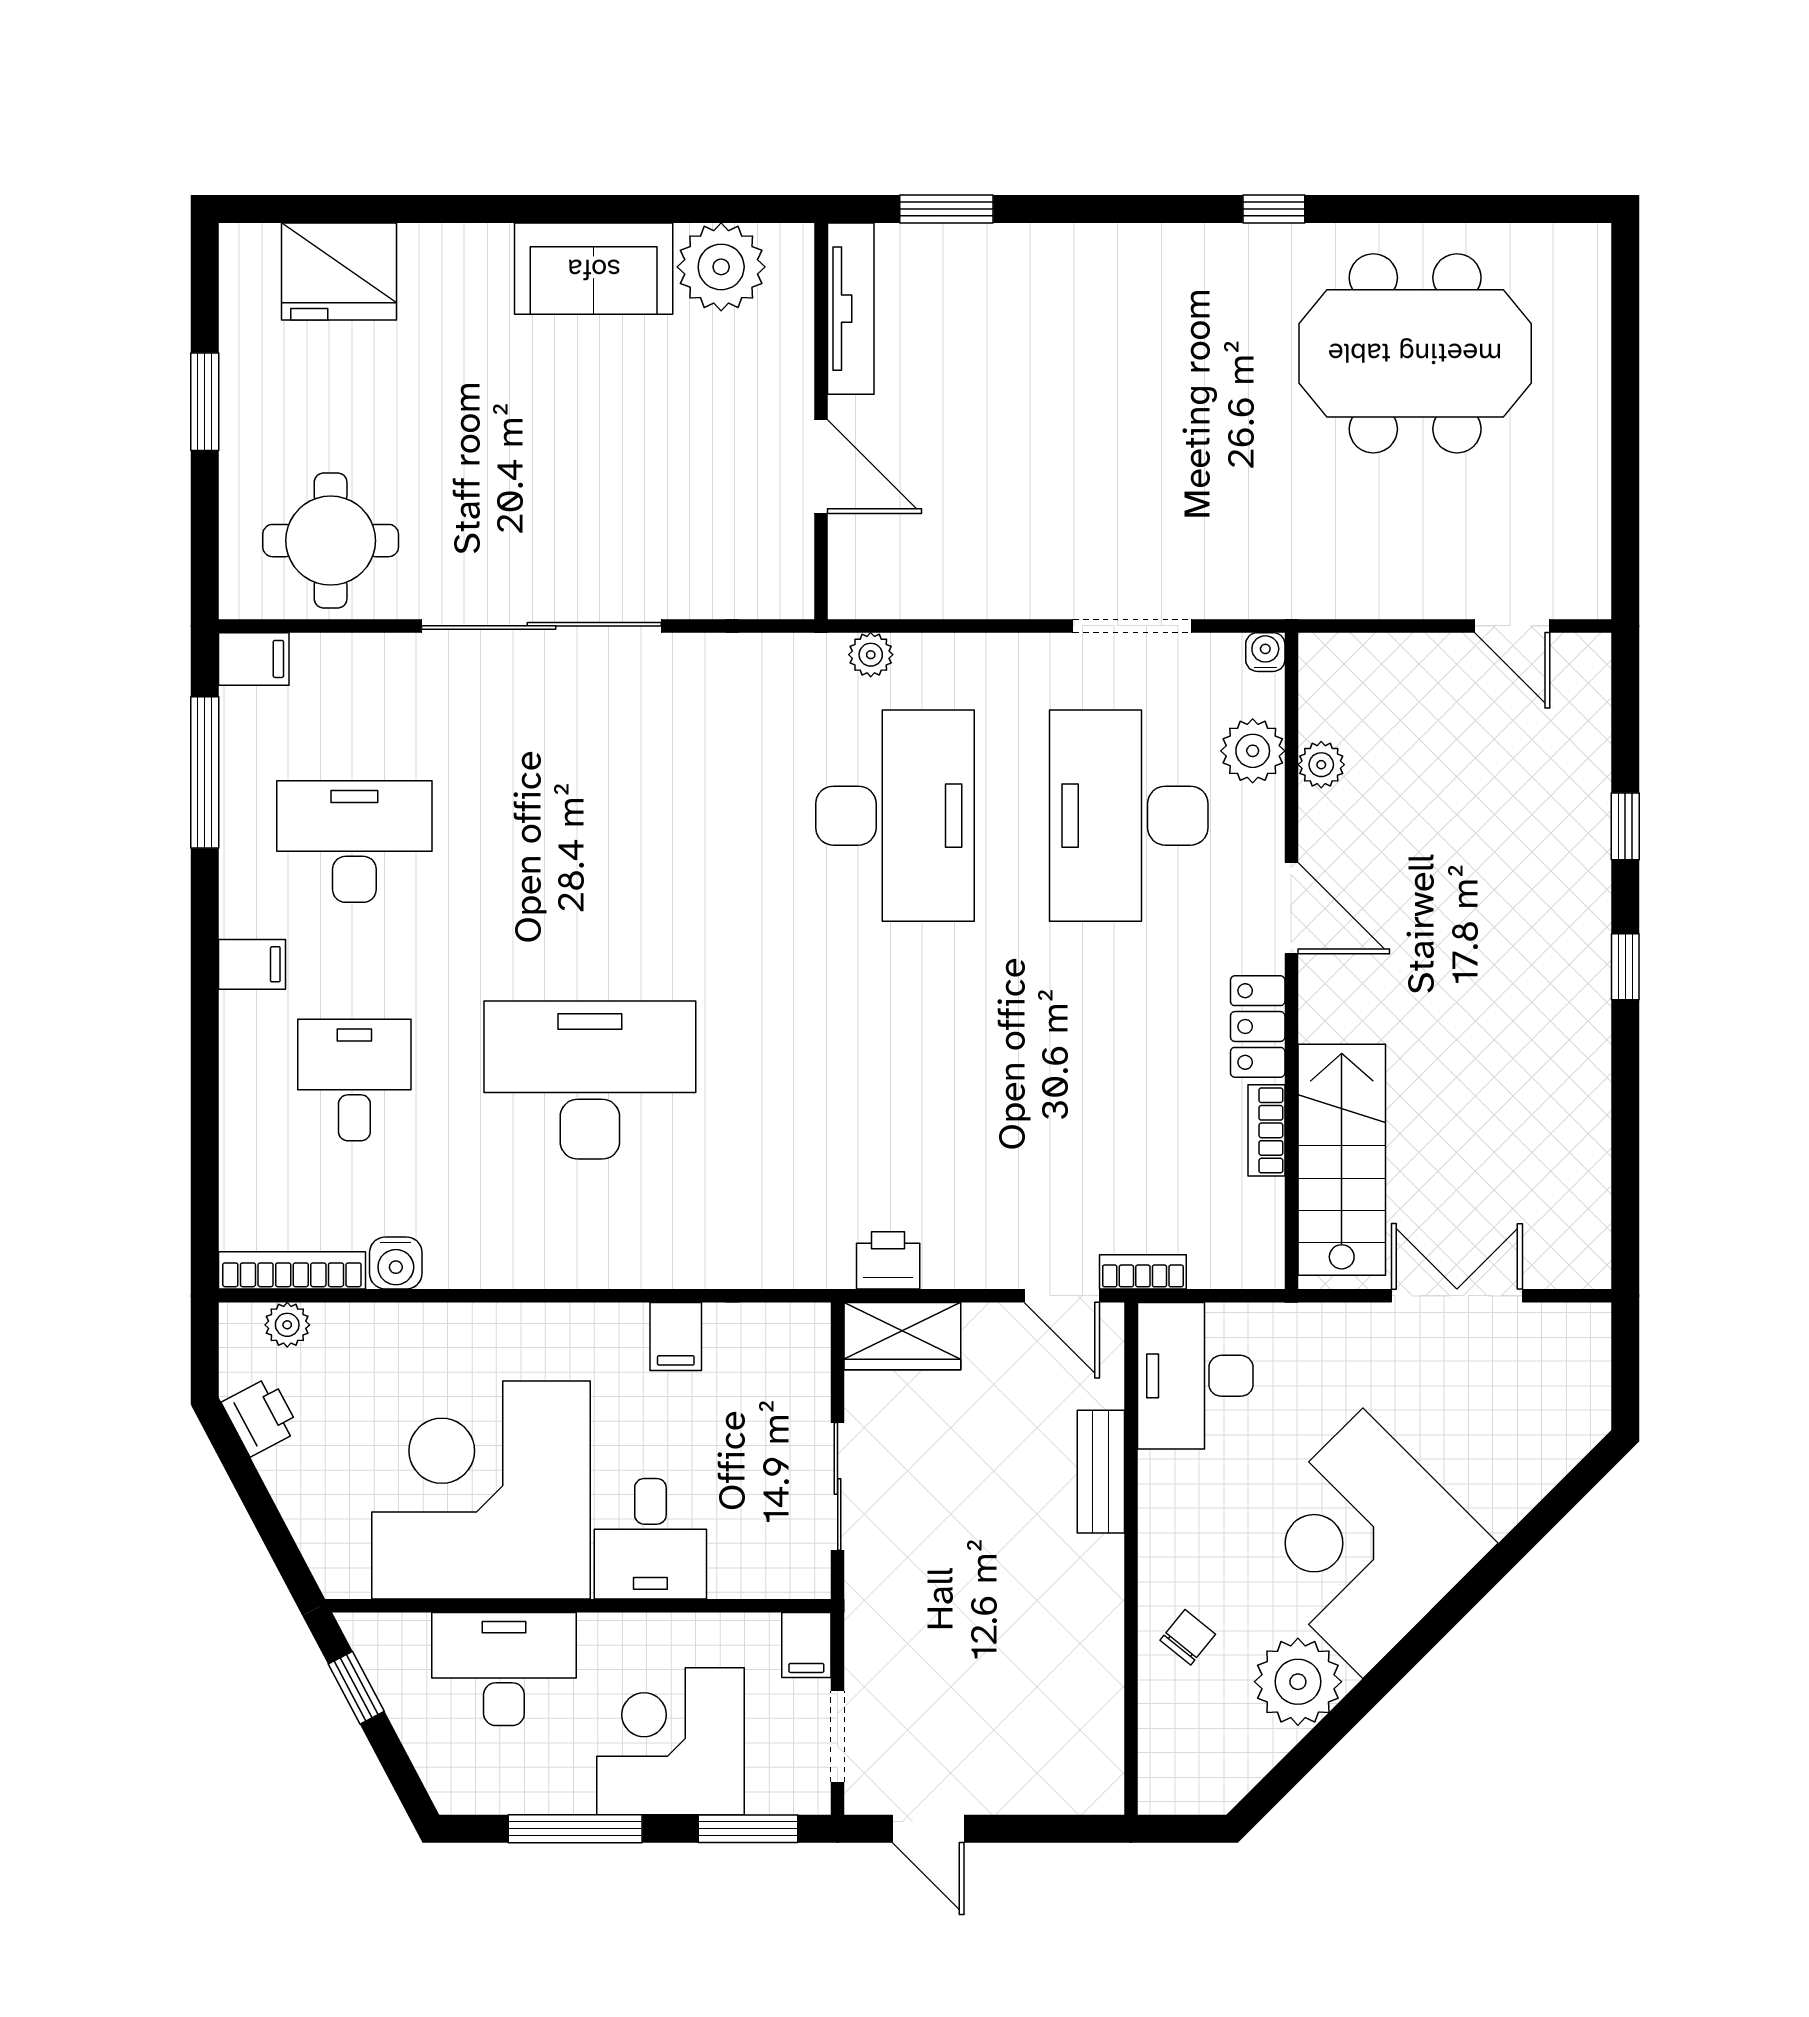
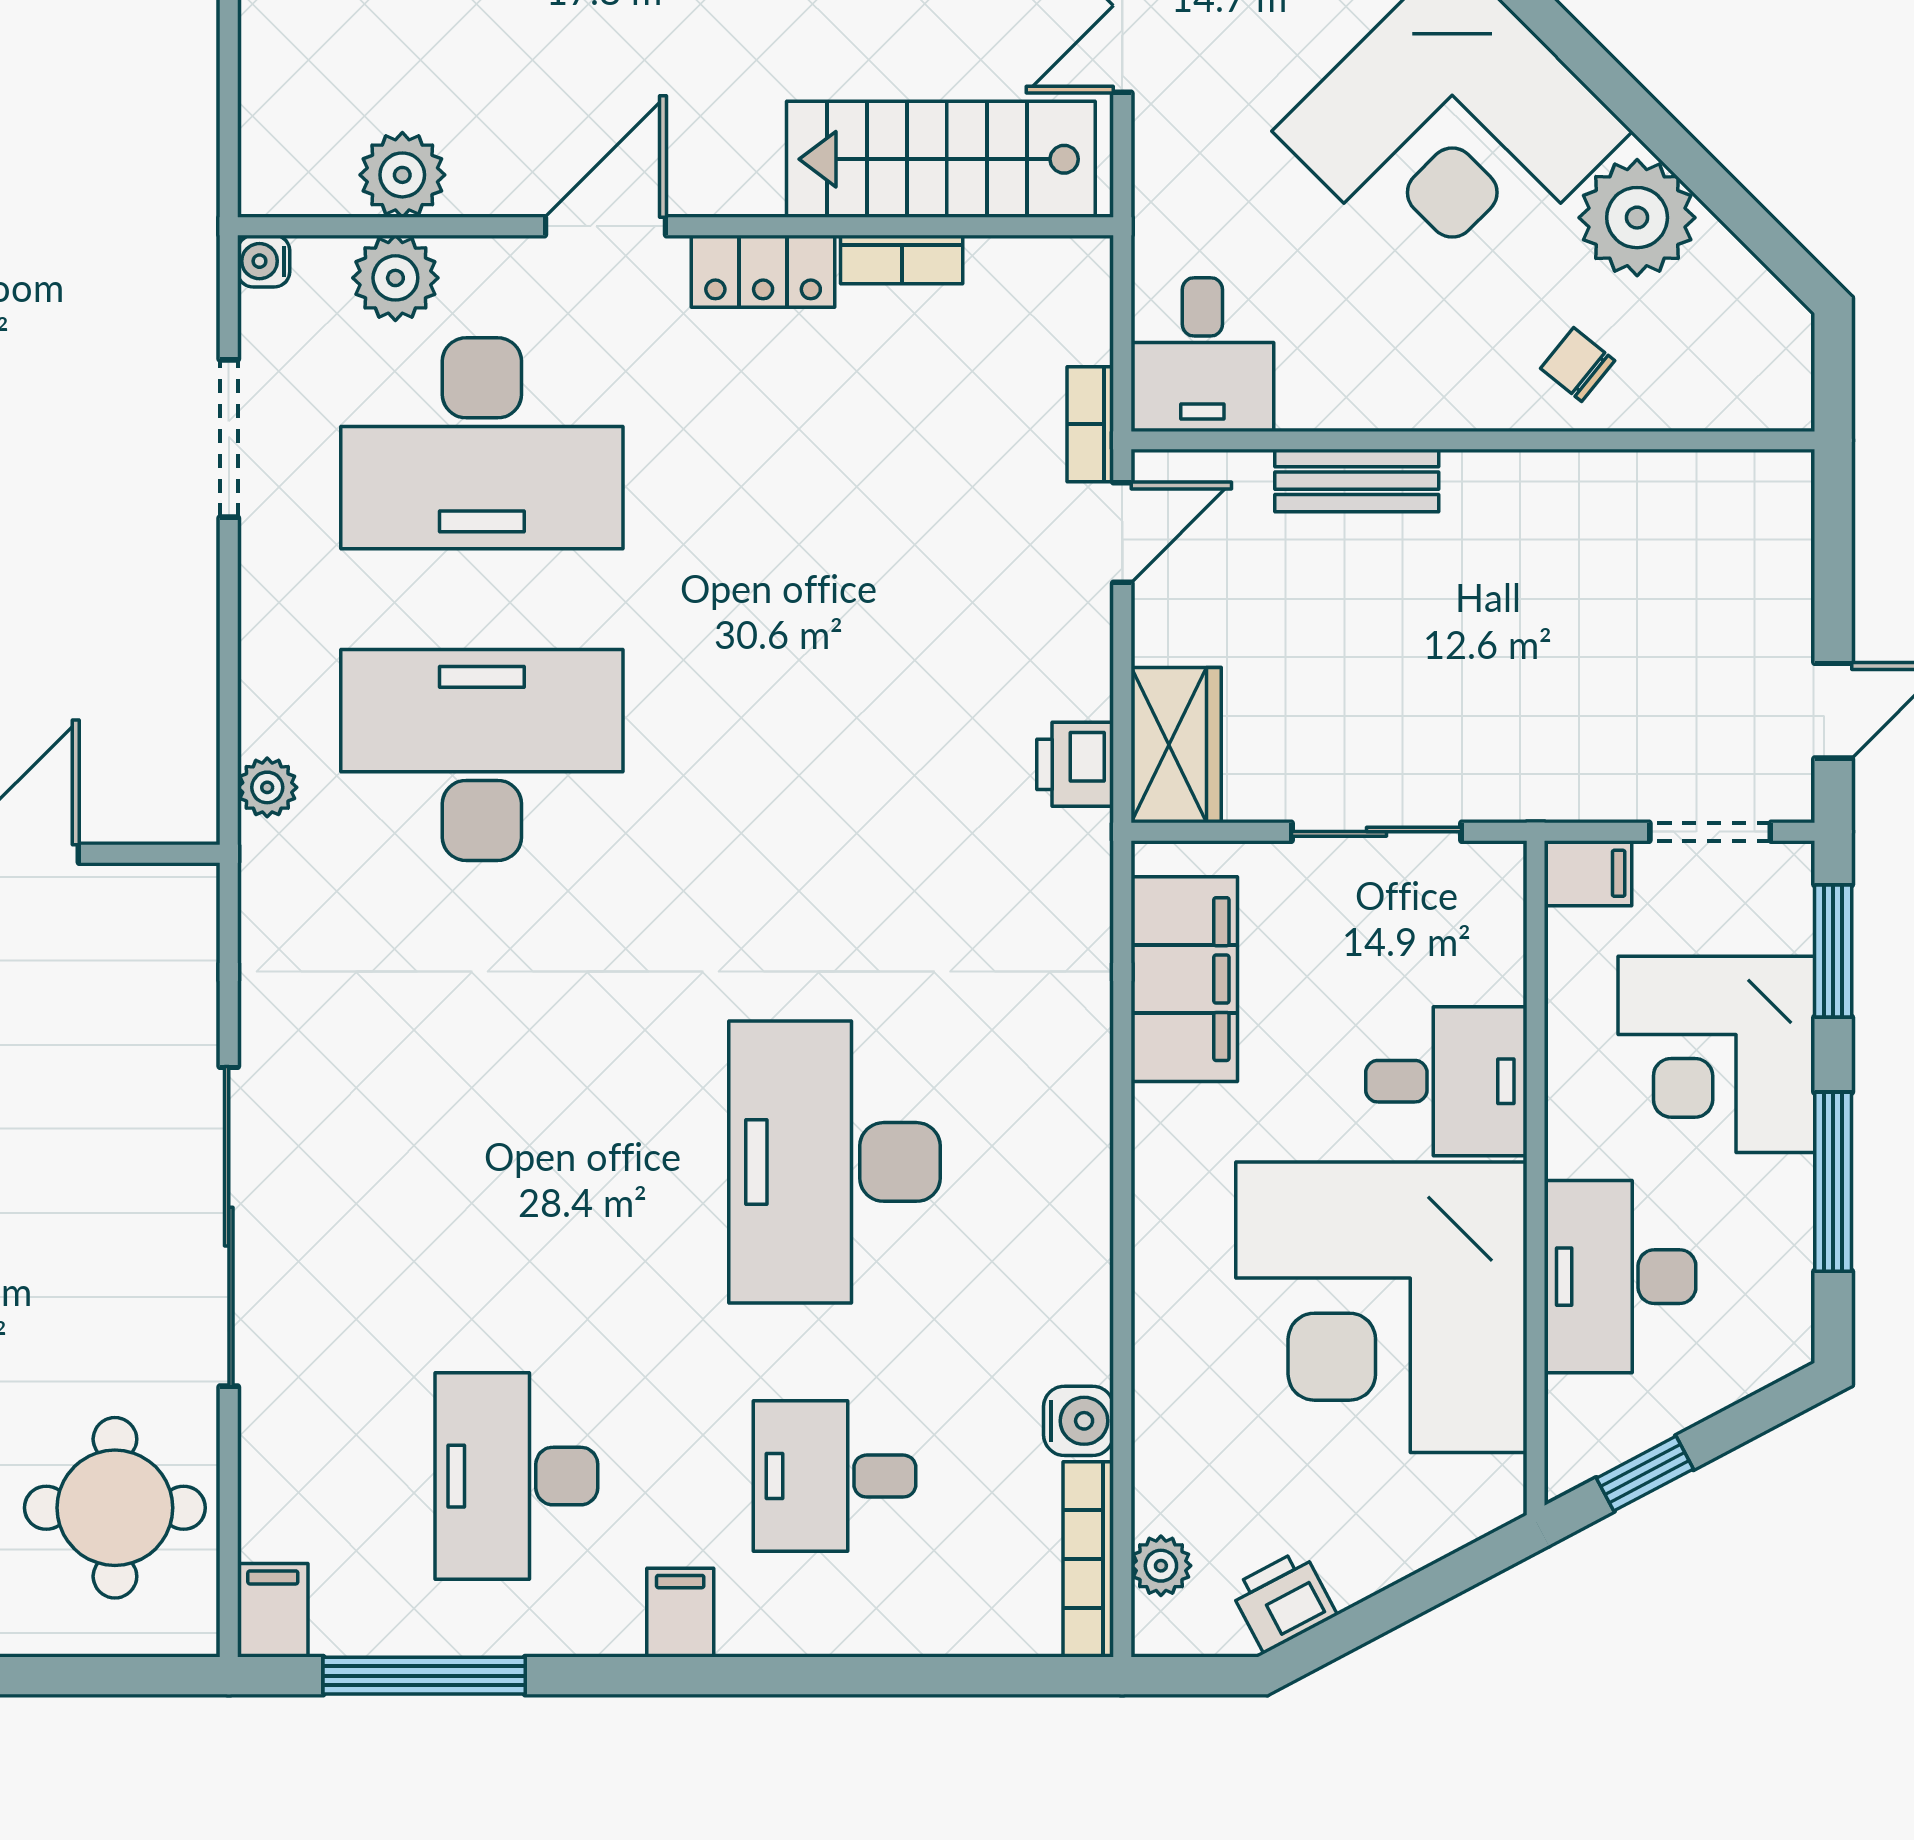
plant: (1321, 765) -> (402, 175), width x1.38, depth x1.38
filing cabinet: (676, 1337) -> (1184, 979), width x3.00, depth x1.17
desk: (1195, 1376) -> (1202, 355), width x0.73

